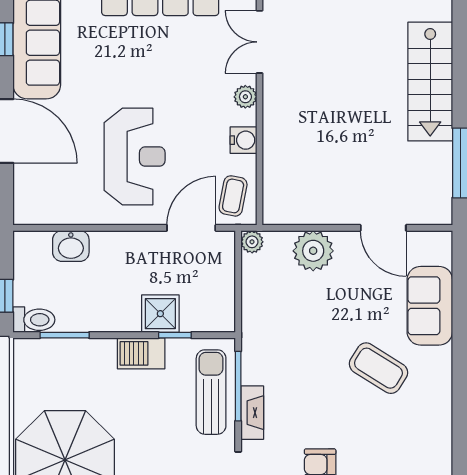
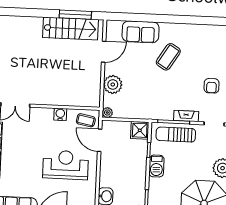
stairs: (430, 82) -> (70, 28), moved
plant: (245, 97) -> (40, 113), removed
shower: (160, 314) -> (140, 130), moved

